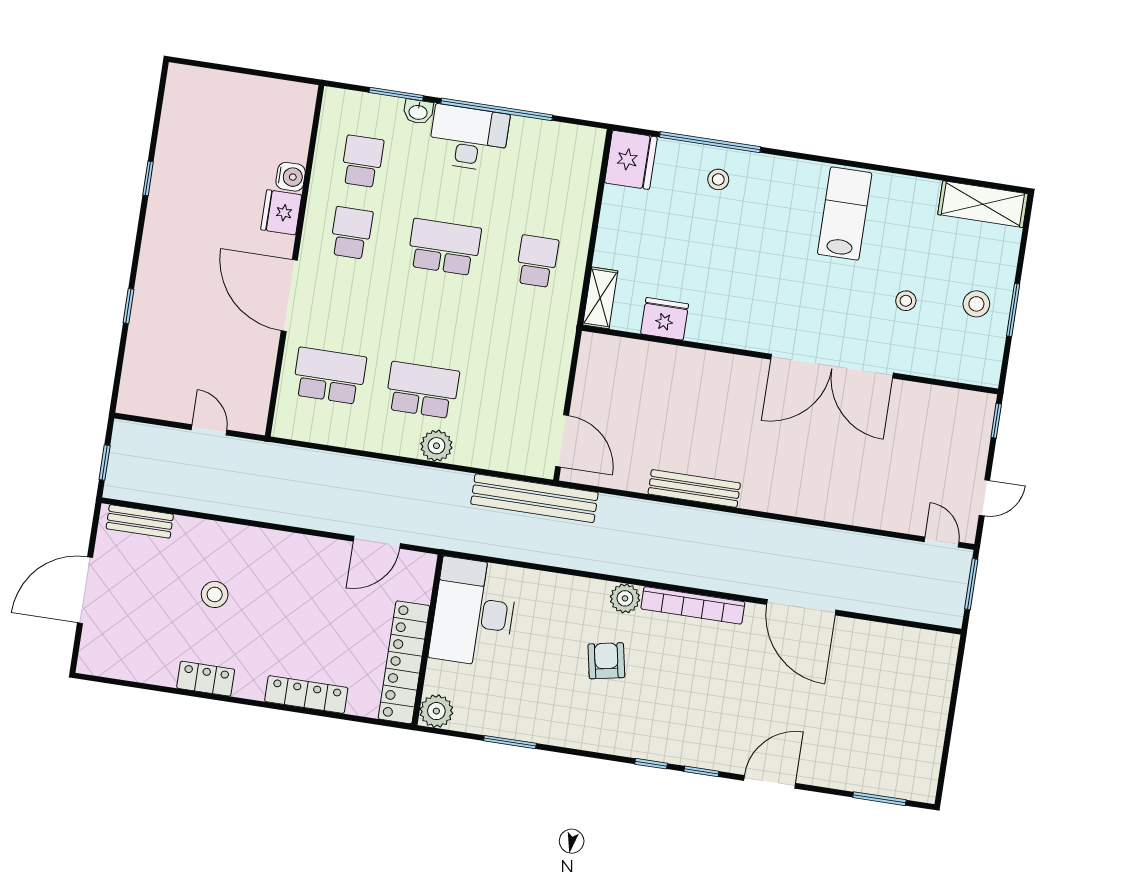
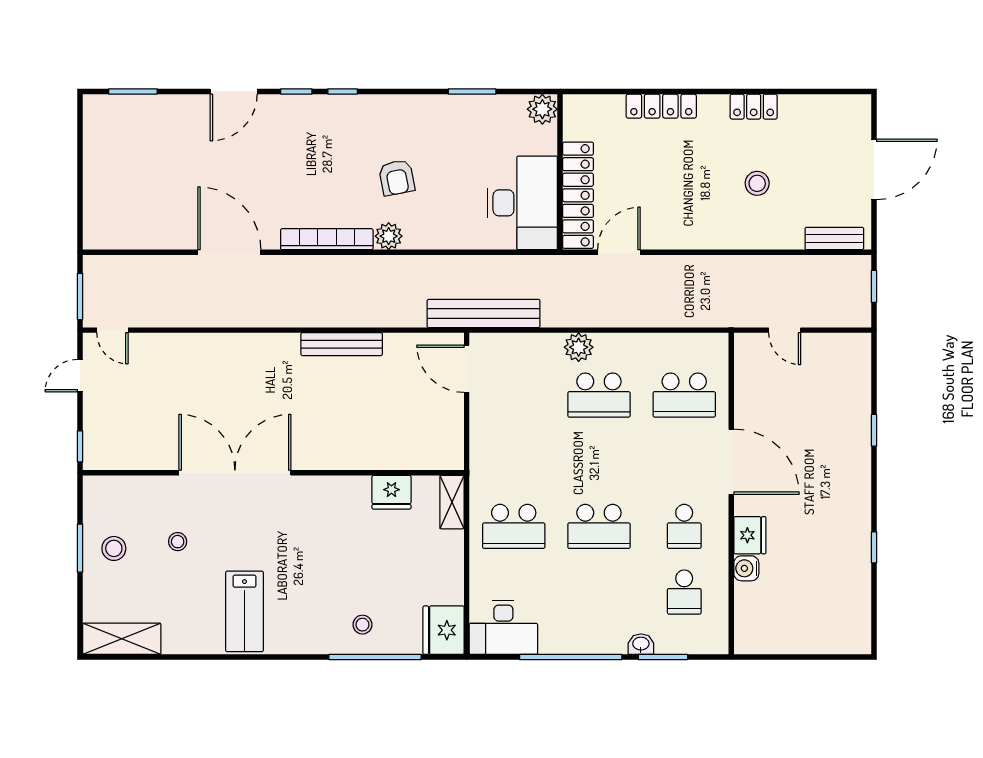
desk: (469, 138) -> (503, 628), moved
school desk: (537, 261) -> (514, 526), width x1.85
locker: (404, 662) -> (578, 195), moved

